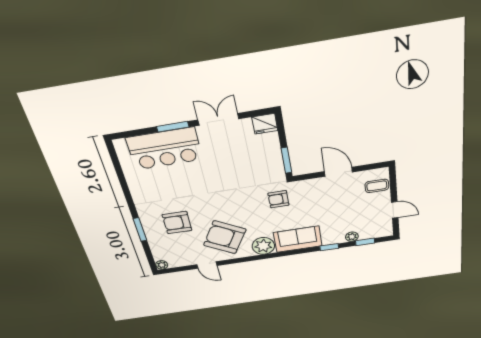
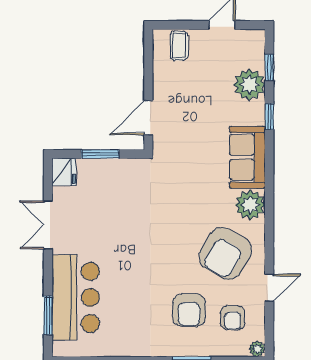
window: (173, 127) -> (48, 315), moved
window: (286, 160) -> (100, 154), moved
door: (338, 172) -> (148, 118), moved
armchair: (278, 199) -> (233, 318), moved
plant: (352, 237) -> (249, 84), width x1.88, depth x1.88

